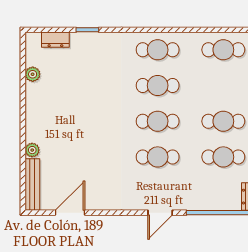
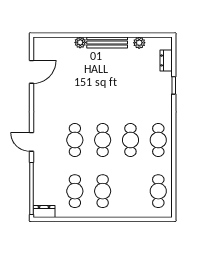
bench: (32, 185) -> (107, 42), moved
door: (70, 213) -> (32, 72), hinge flipped

